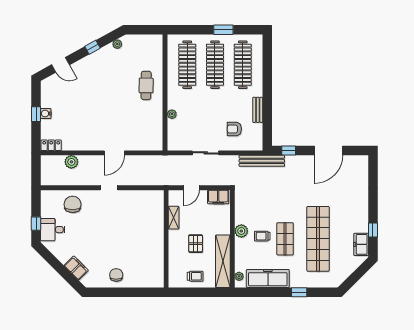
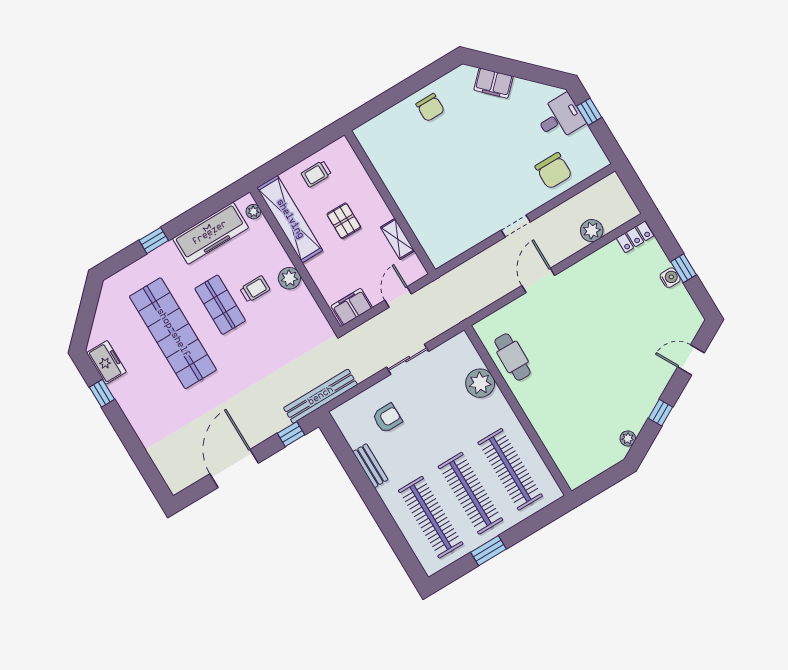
cafe table: (146, 85) -> (513, 357), moved
plant: (172, 114) -> (480, 383), width x1.88, depth x1.88

